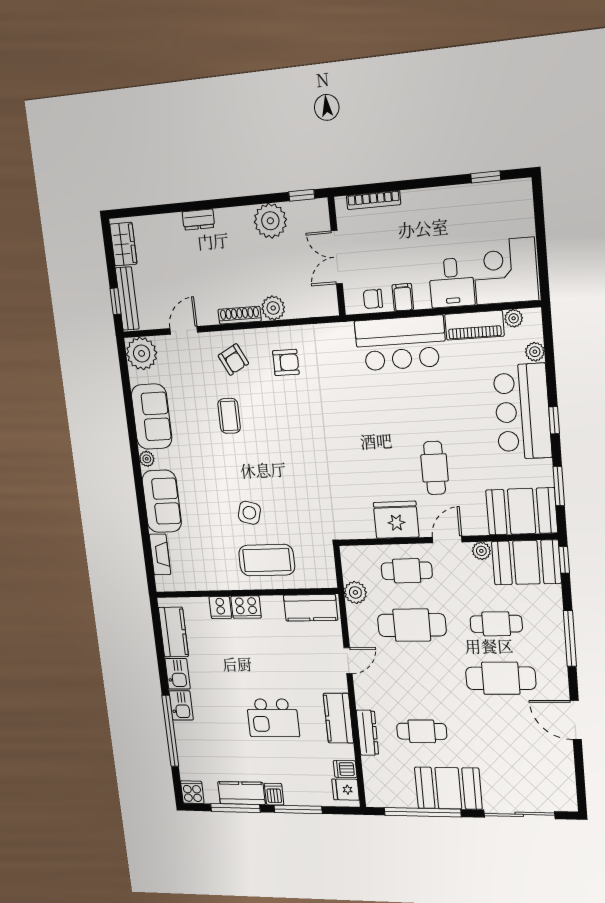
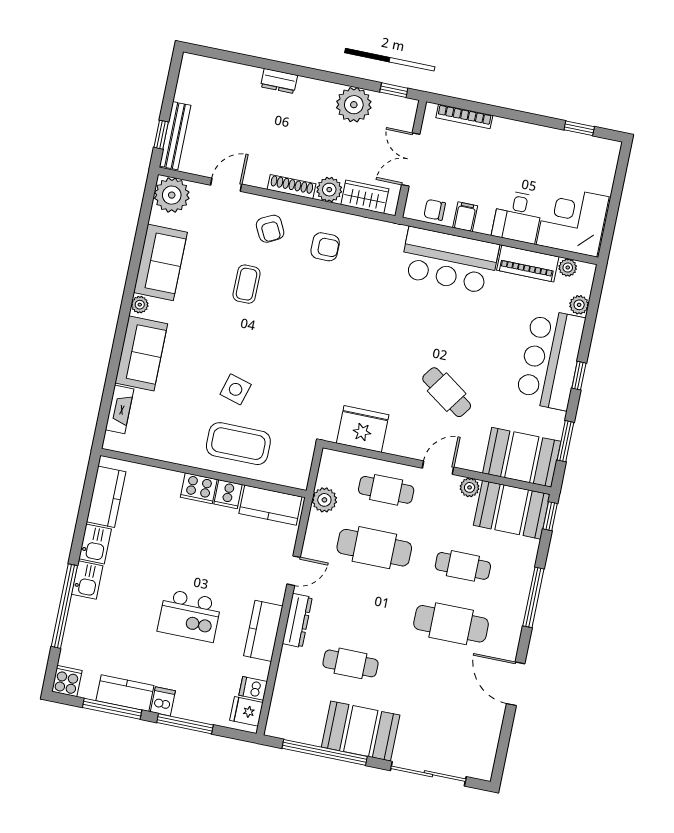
wardrobe: (123, 244) -> (365, 197), moved, turned -90
cafe table: (435, 468) -> (447, 392), turned -55
fridge: (396, 520) -> (363, 429), moved
cooker: (220, 608) -> (228, 494), moved
dresser: (367, 733) -> (297, 620), moved

